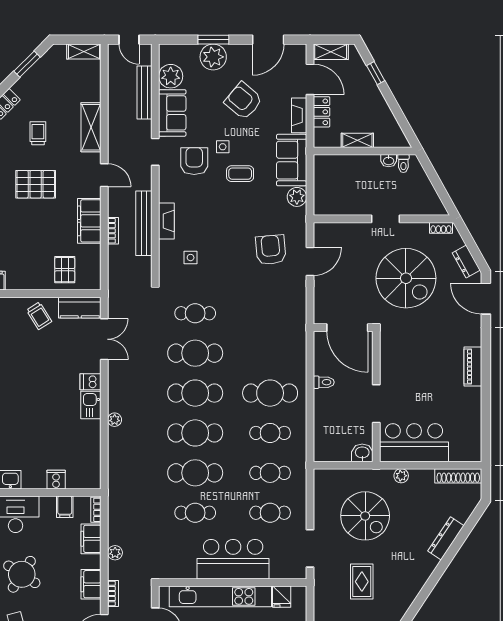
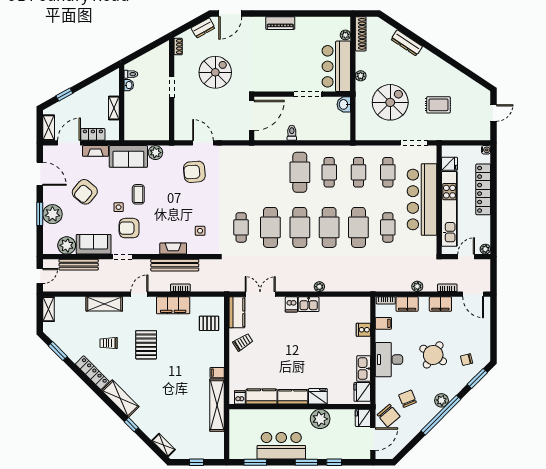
spiral stairs: (406, 278) -> (215, 72), width x0.73, depth x0.73
plant: (457, 455) -> (345, 35), added
bar counter: (233, 559) -> (422, 199), width x1.36

